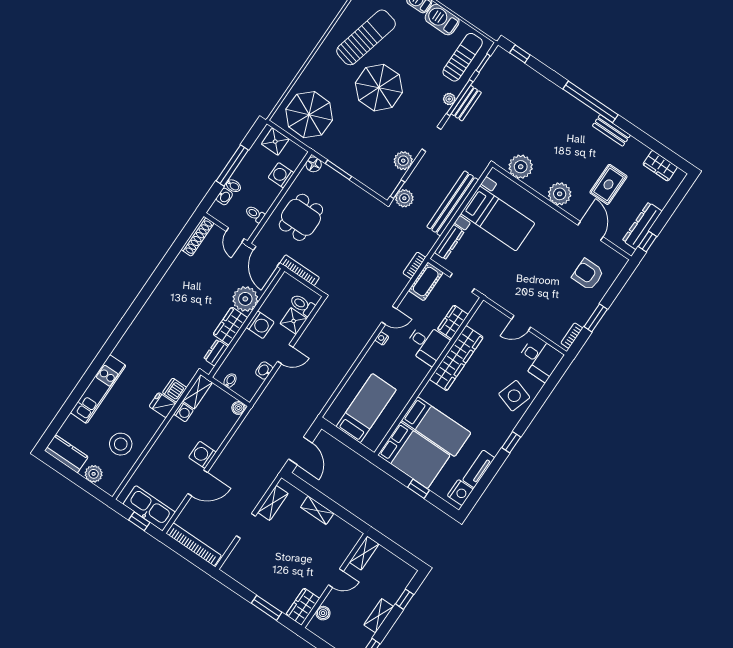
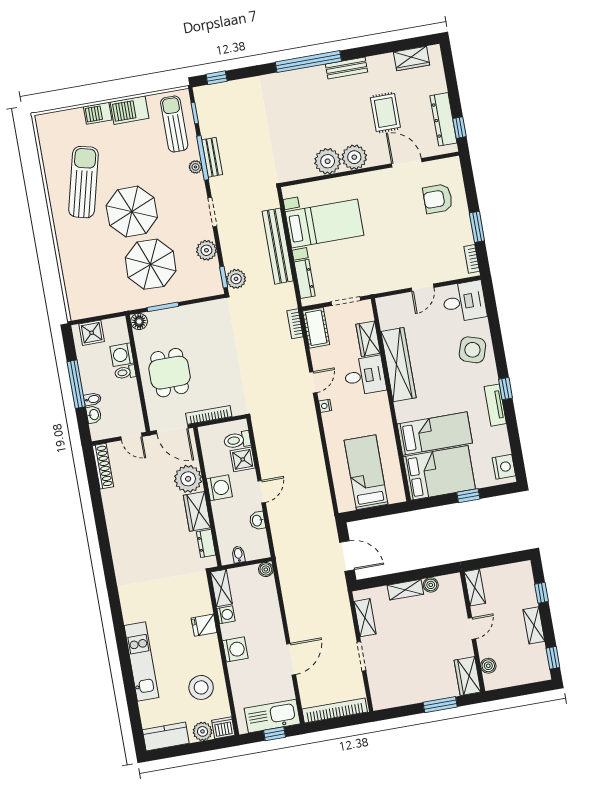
parasol: (309, 115) -> (151, 264), moved
plant: (521, 167) -> (328, 161), moved
toilet: (255, 214) -> (125, 372), moved
dishwasher: (175, 390) -> (223, 728), moved, turned 90
washing machine: (202, 455) -> (235, 649), moved, turned 180
tv unit: (479, 469) -> (495, 405), moved
boiler: (337, 523) -> (431, 585), added

